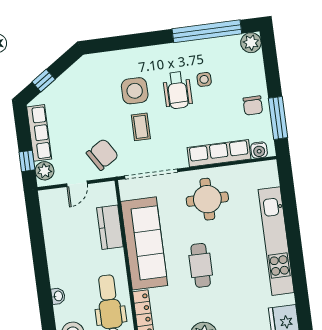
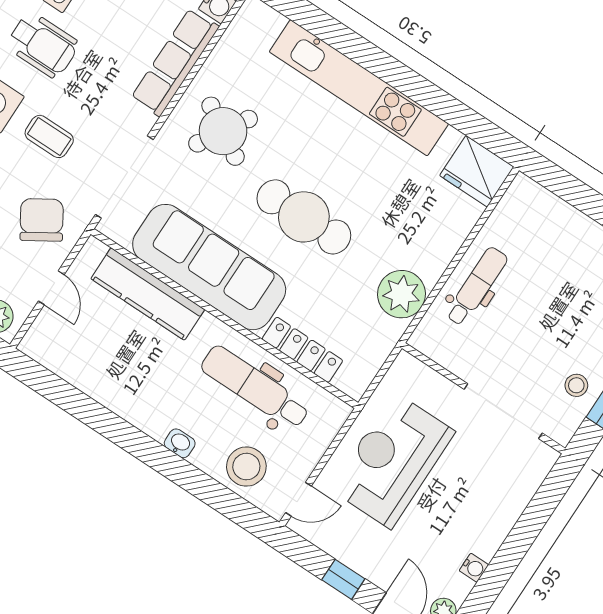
round table: (207, 199) -> (223, 131), turned 31
kitchen counter: (110, 227) -> (148, 294), width x1.50
cafe table: (201, 265) -> (304, 217), width x1.37, depth x1.35

